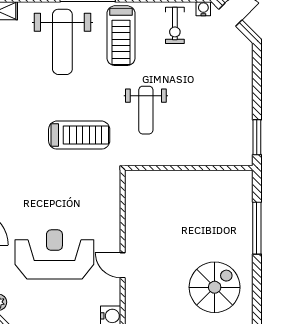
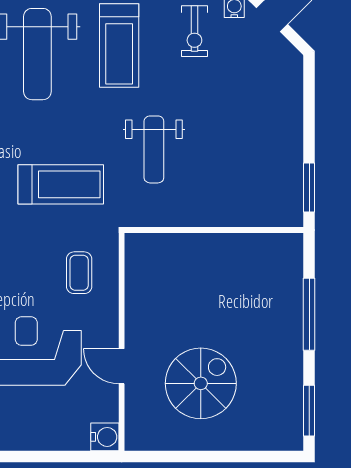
coffee table: (92, 198) -> (79, 273), added
spiral stairs: (215, 287) -> (201, 383), moved
window: (257, 297) -> (309, 411), added

